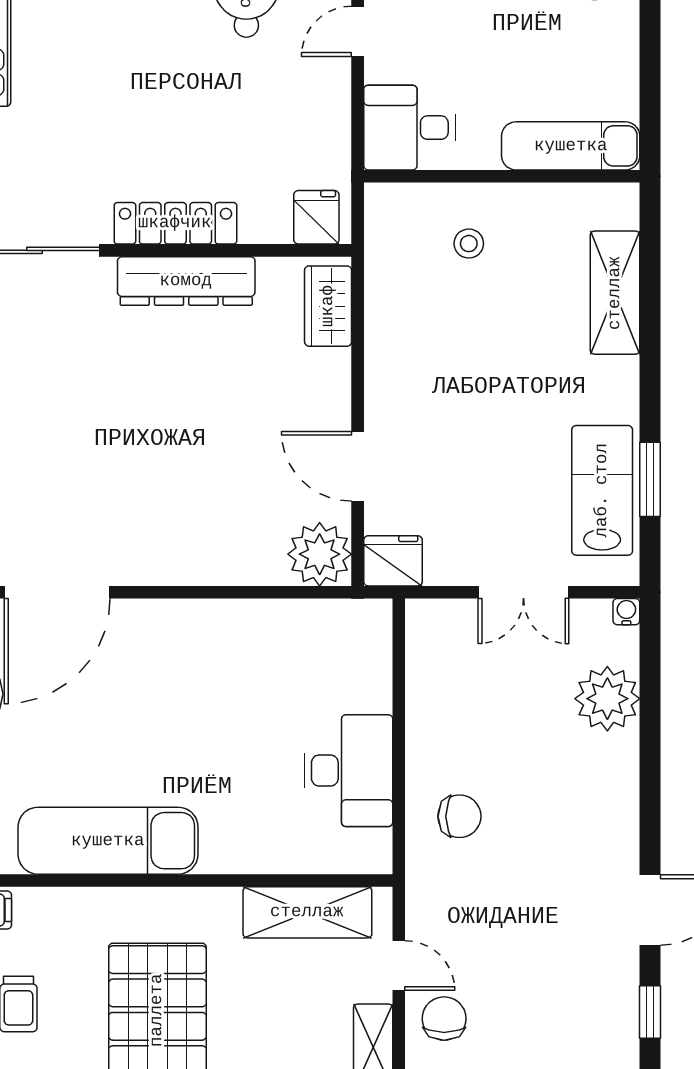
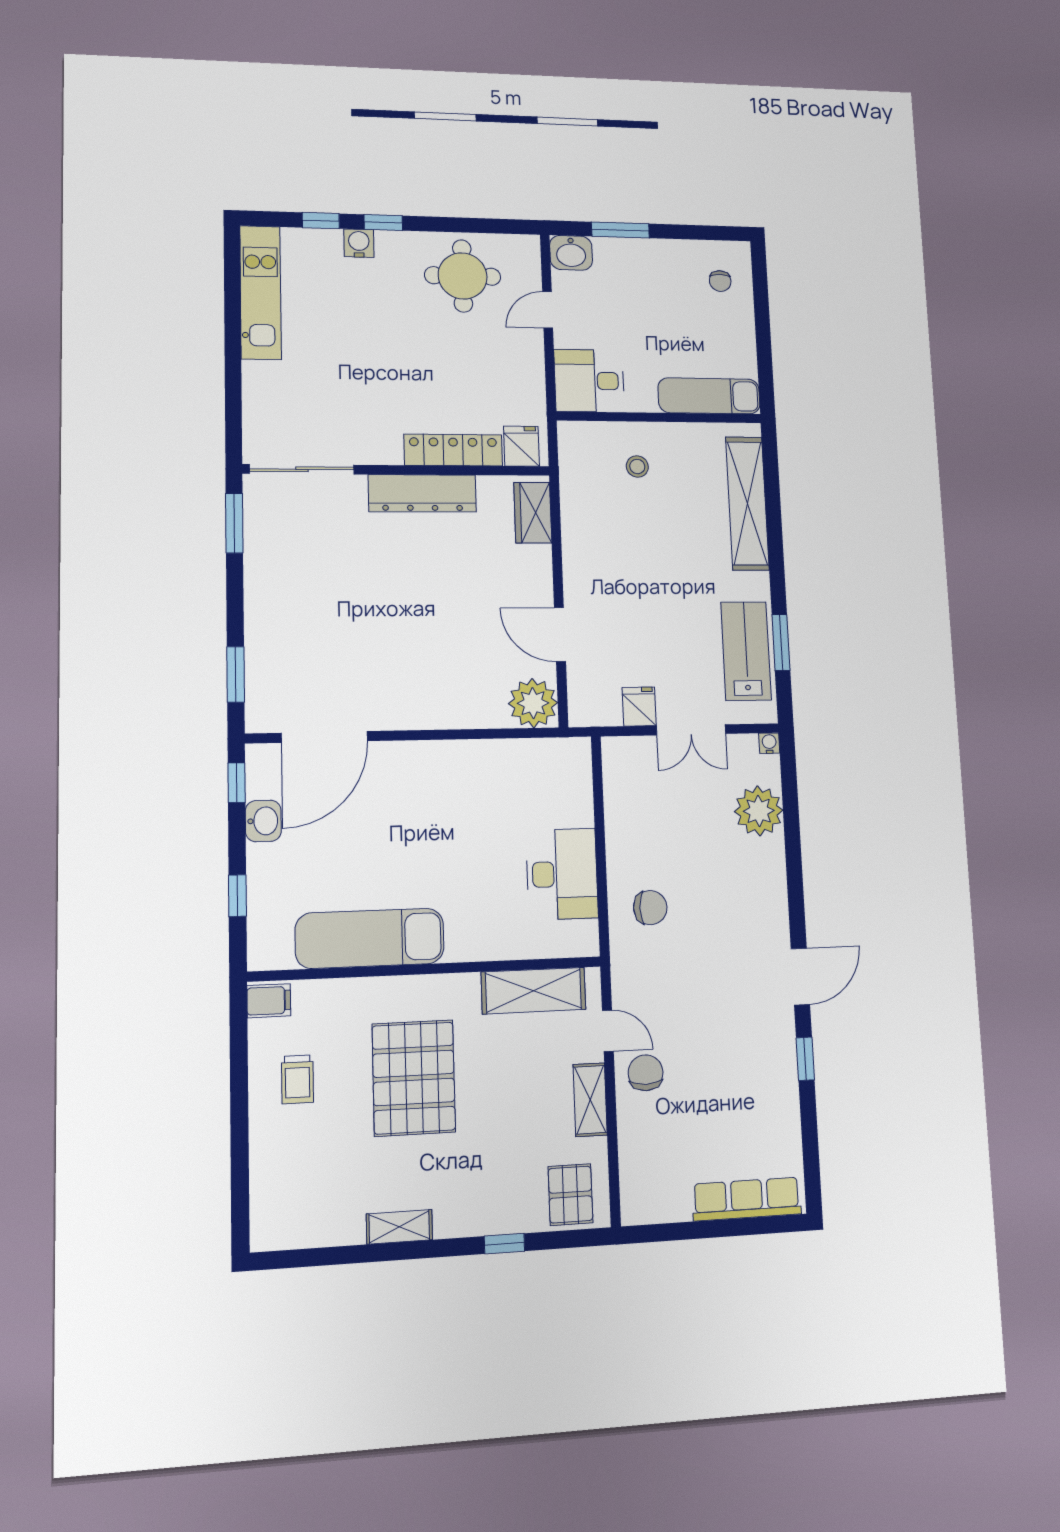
locker: (175, 223) -> (453, 450), moved
shelving: (615, 293) -> (747, 503), width x1.47
fridge: (393, 561) -> (639, 707), moved, width x0.72

